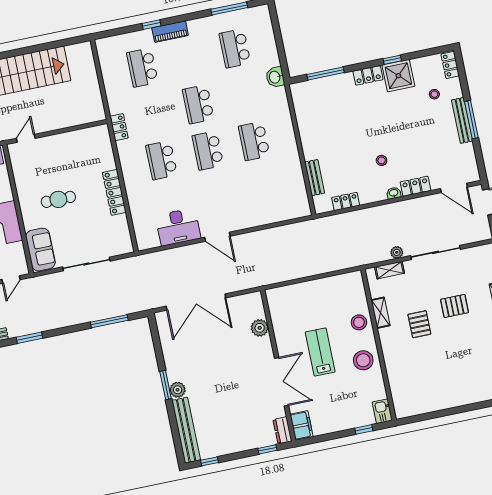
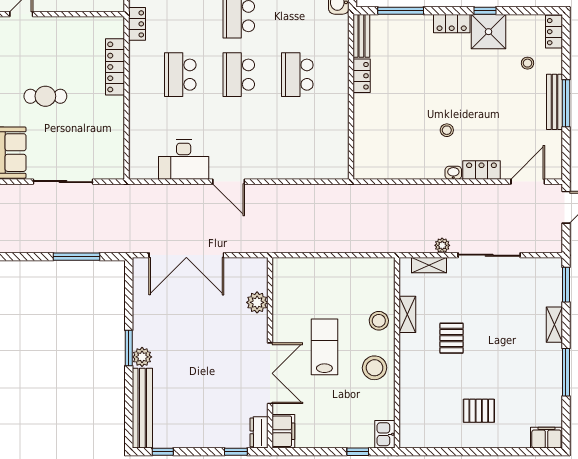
bench: (315, 178) -> (361, 36), moved
door: (454, 188) -> (528, 182), swing flipped
locker: (114, 192) -> (115, 67), moved
locker: (346, 201) -> (362, 76), moved, turned 90
pallet: (454, 306) -> (479, 411), moved

